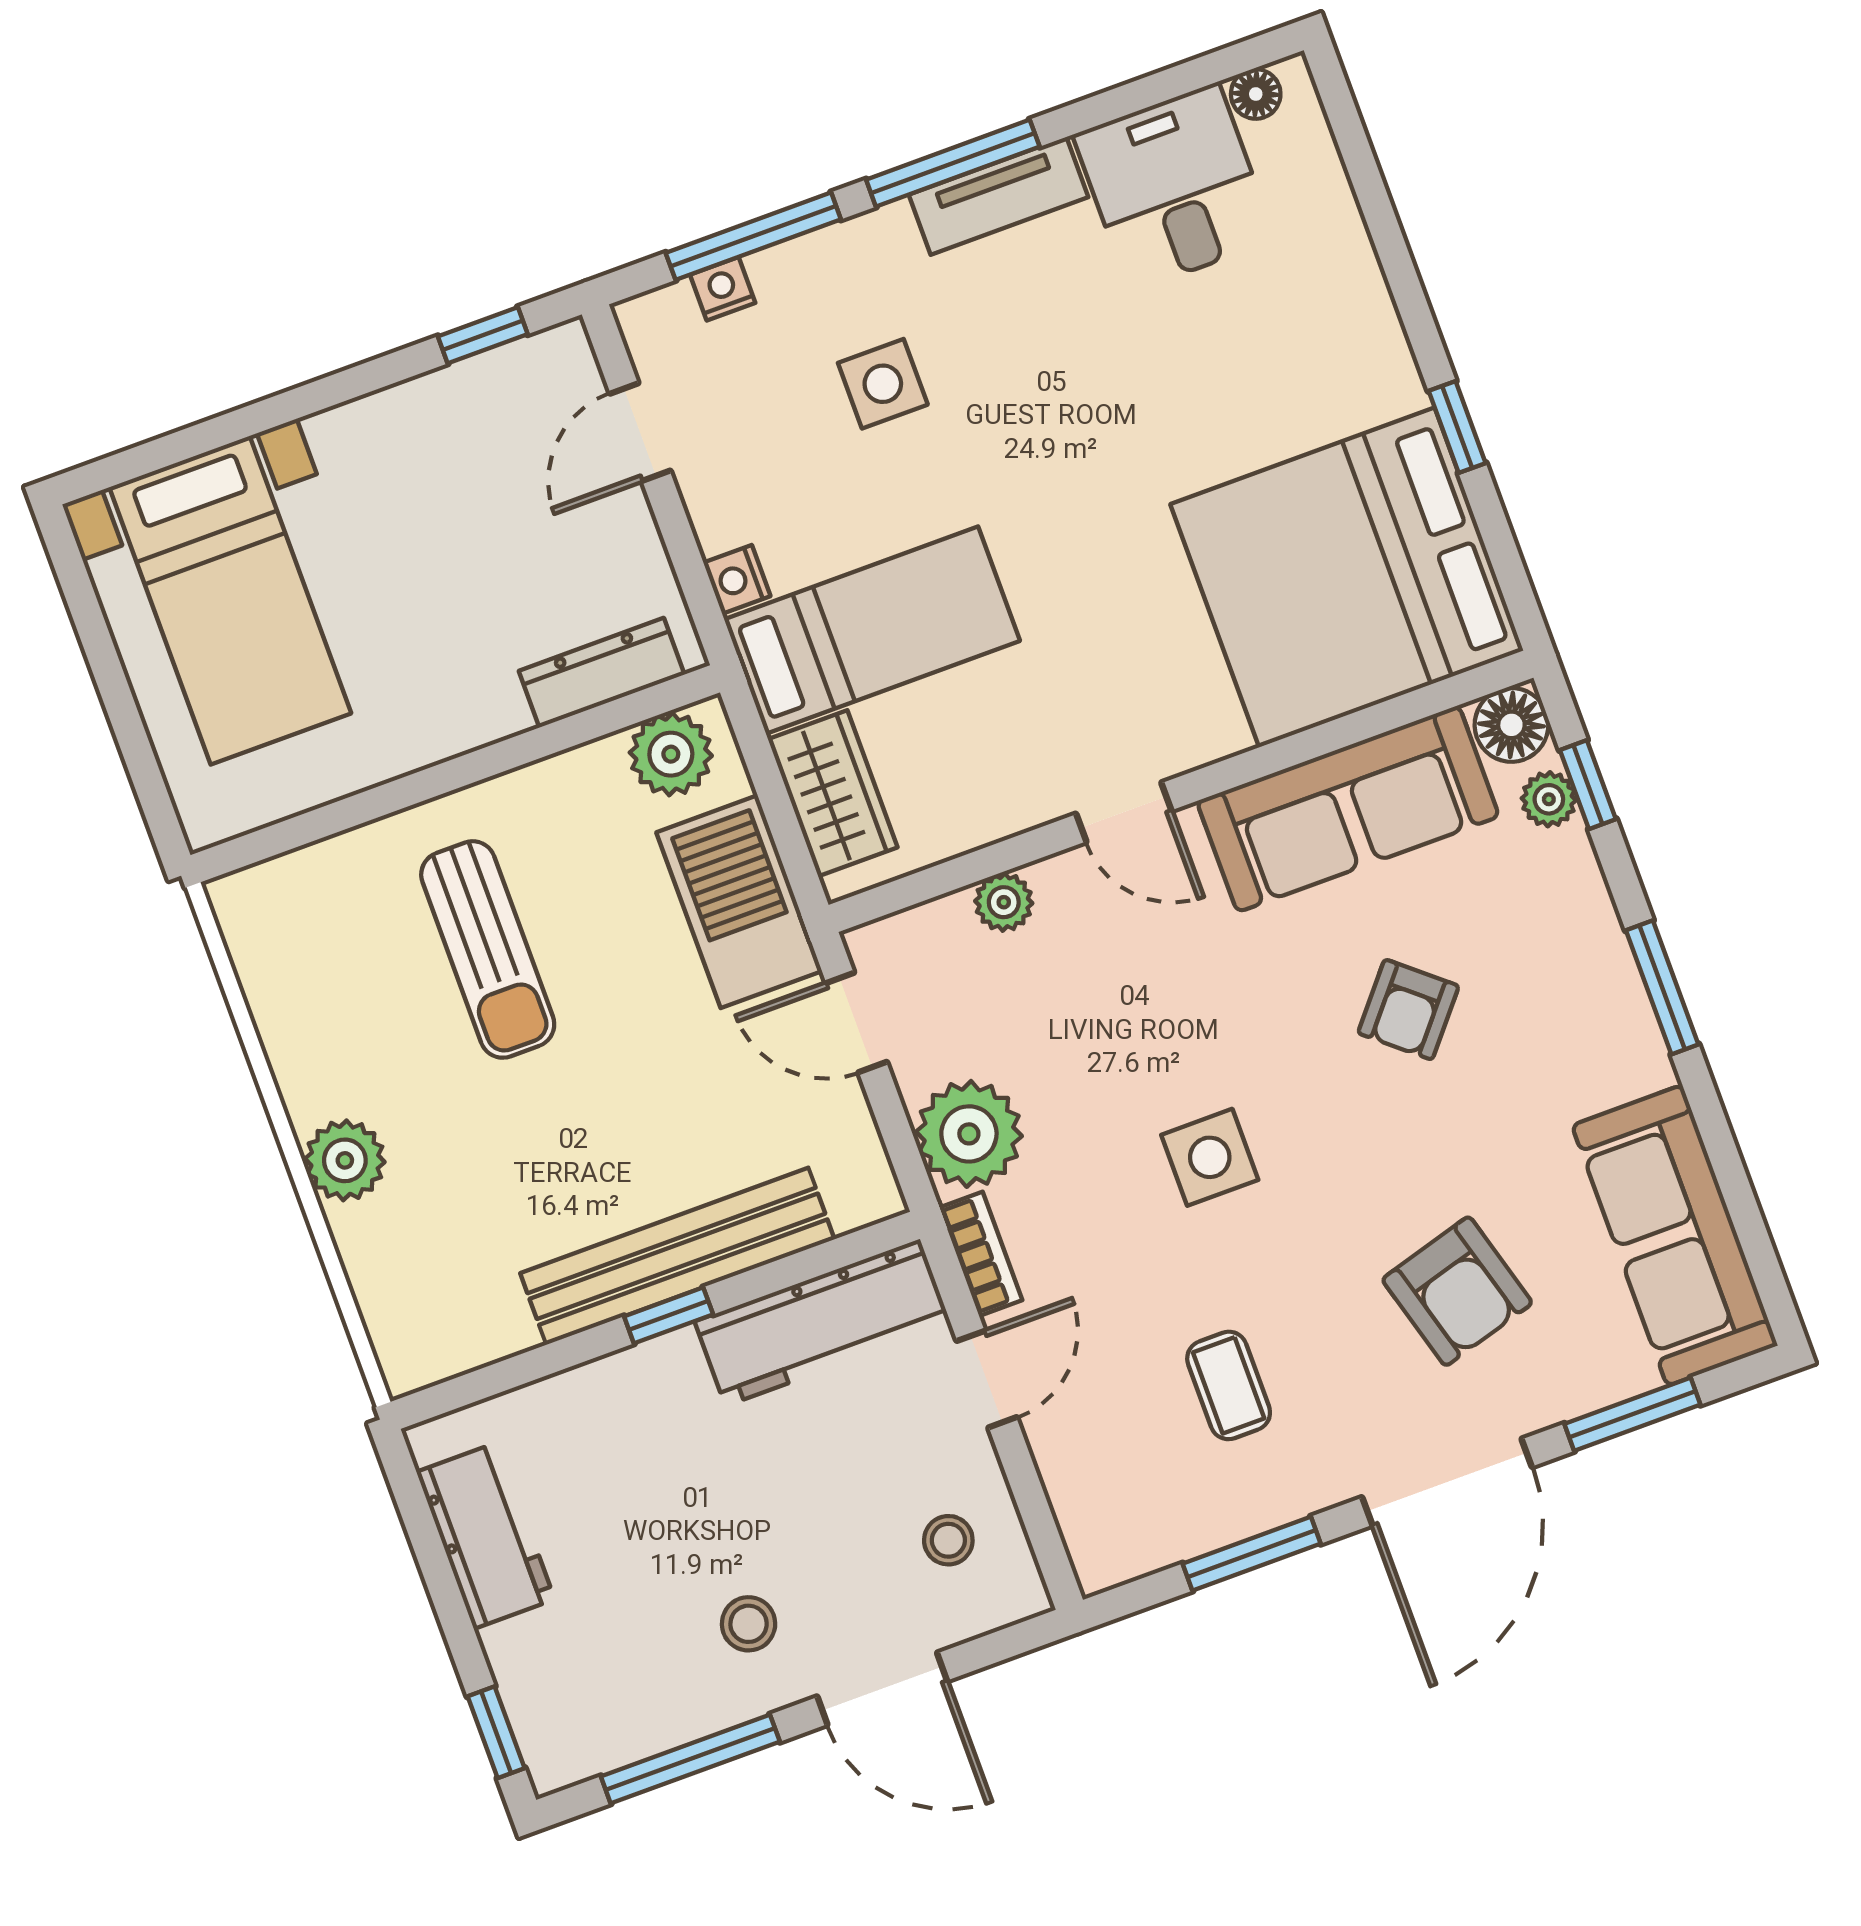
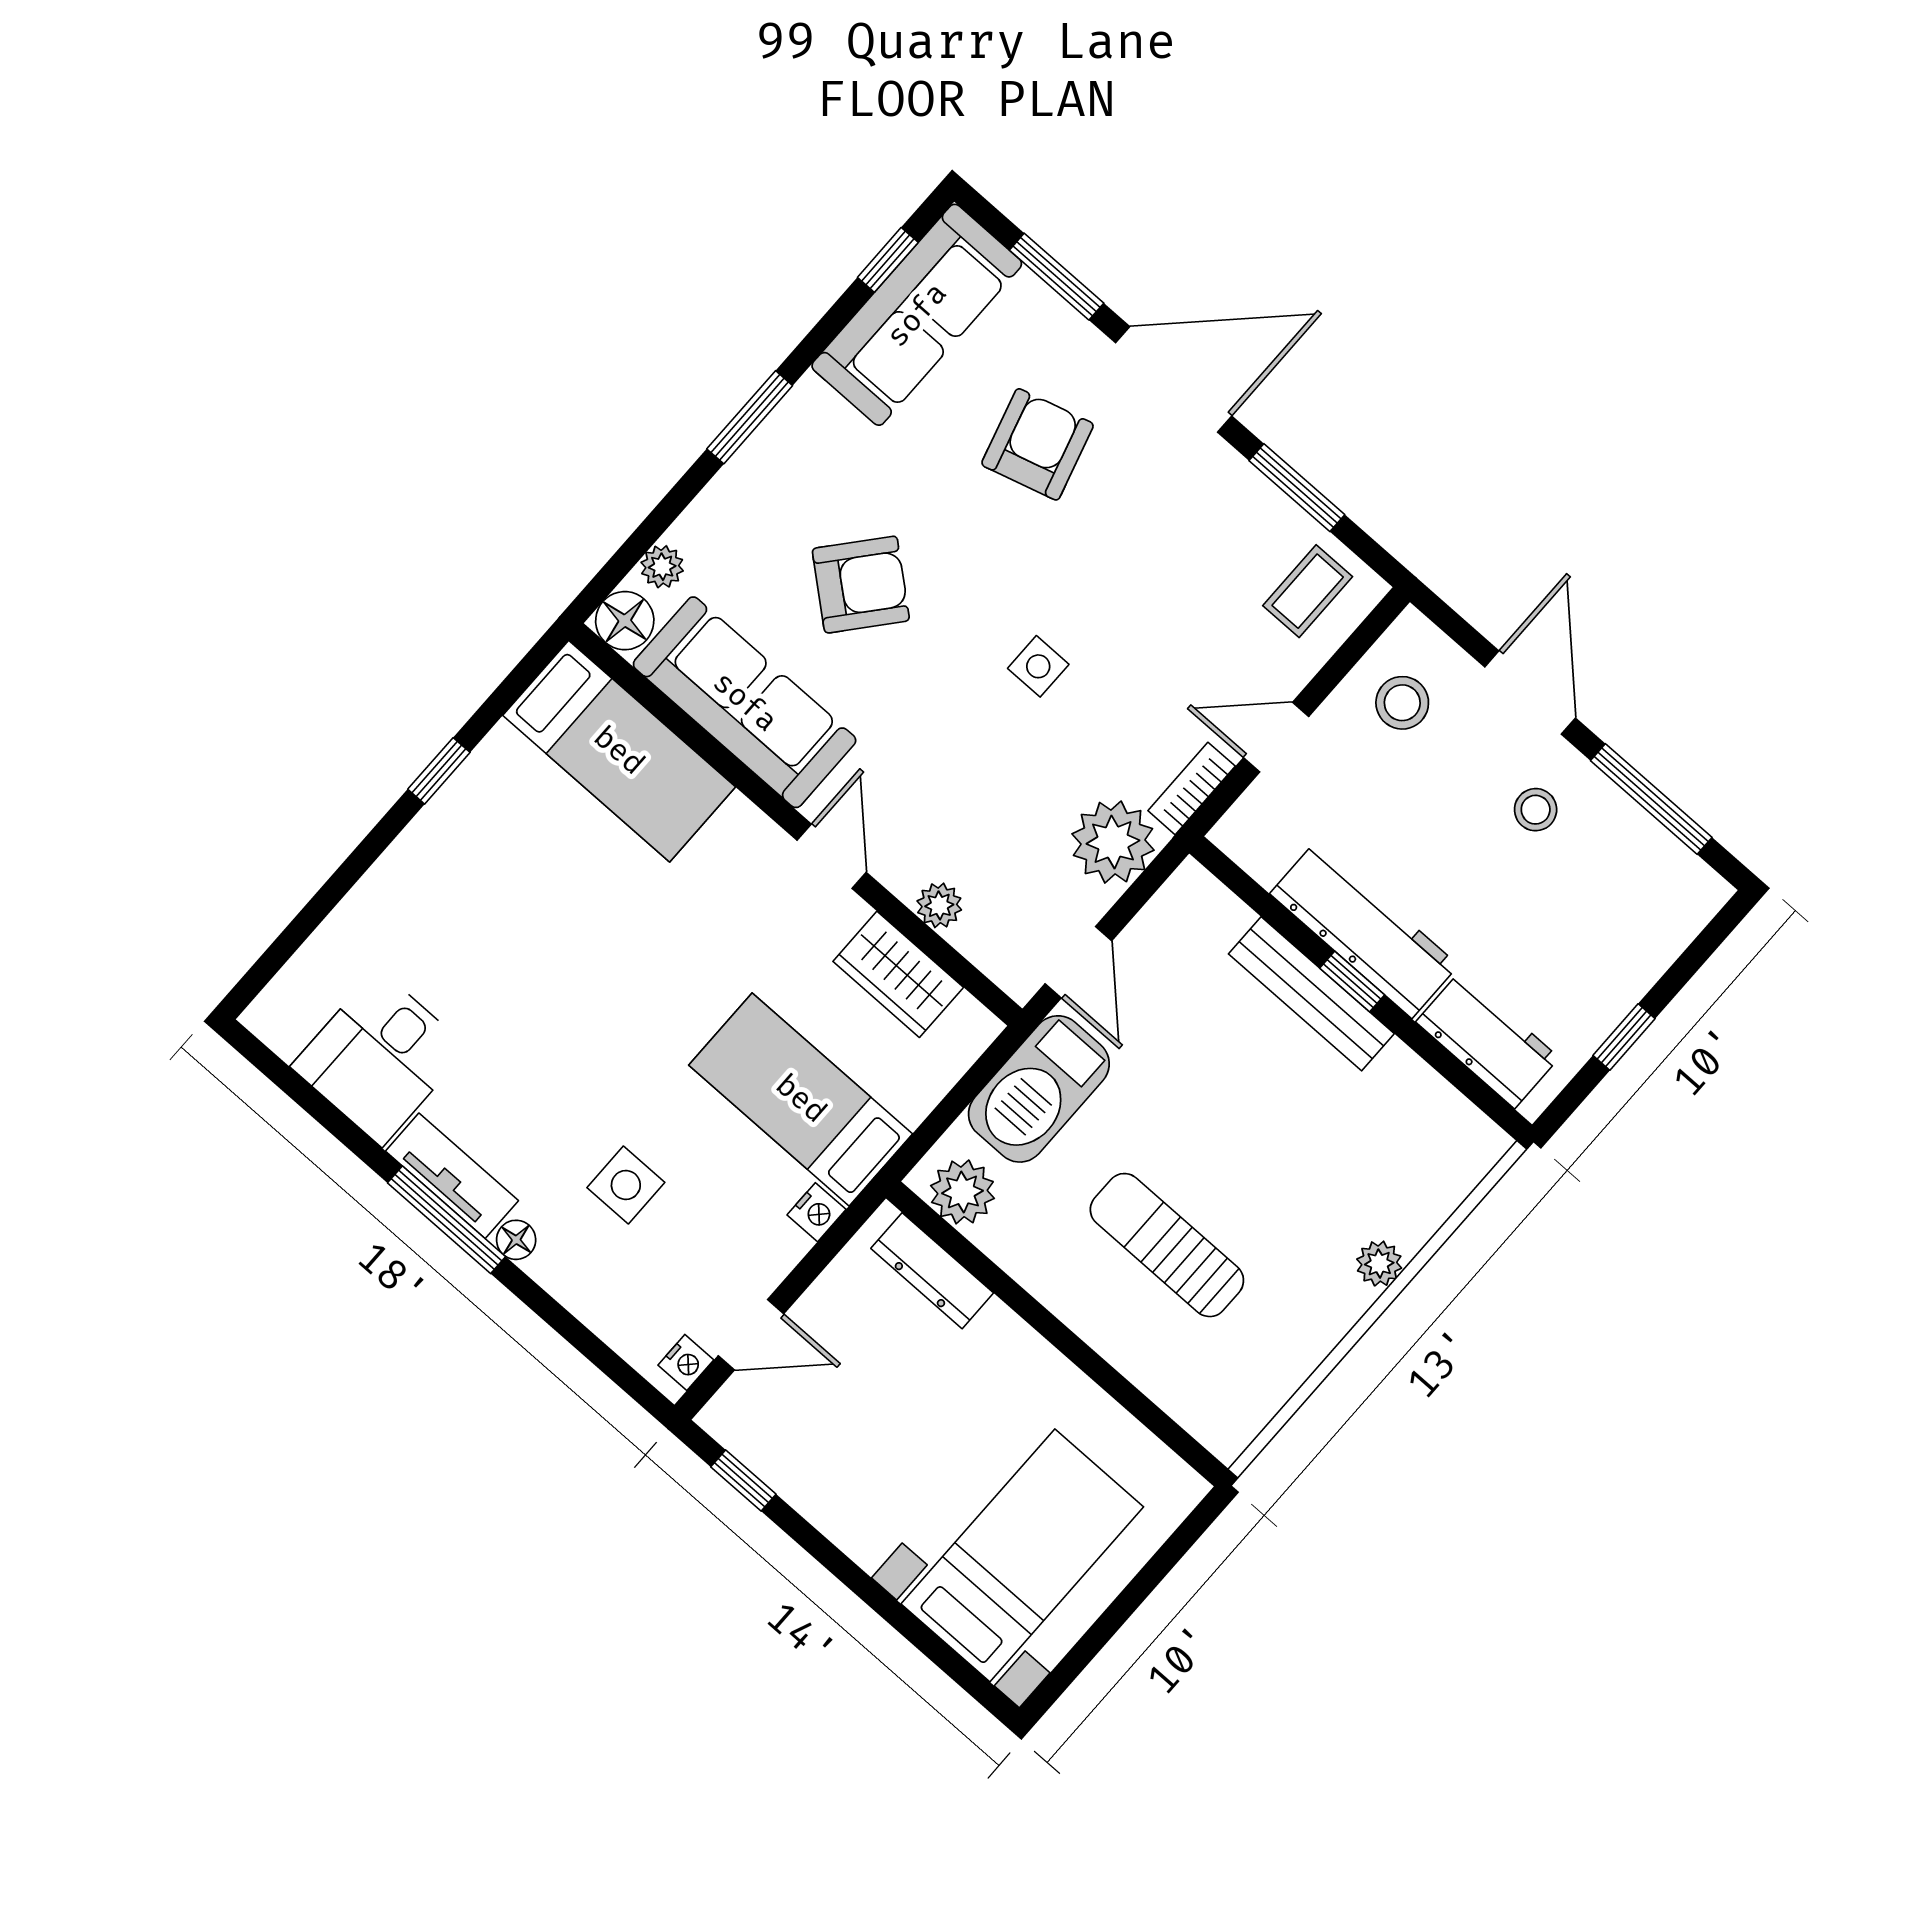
floor lamp: (1256, 94) -> (516, 1240), moved
window: (753, 236) -> (572, 1330), removed
nightstand: (723, 289) -> (686, 1362), moved, turned -90
bed: (1347, 577) -> (619, 751), width x0.49
window: (1588, 785) -> (888, 260), moved
wardrobe: (833, 793) -> (898, 974), moved, turned -90
sun lounger: (488, 949) -> (1167, 1245), turned -90
armchair: (1408, 1010) -> (861, 585), width x1.38, depth x1.38
side table: (1210, 1157) -> (1038, 666), width x0.73, depth x0.73
plant: (345, 1160) -> (1379, 1264), width x0.73, depth x0.73
bench: (677, 1256) -> (1311, 994), width x0.73, depth x0.82
workbench: (823, 1322) -> (1364, 930), moved
coffee table: (1229, 1385) -> (1308, 591), moved
workbench: (486, 1536) -> (1487, 1040), moved, turned 90
stool: (948, 1540) -> (1402, 703), width x1.37, depth x1.37
window: (496, 1732) -> (1624, 1037), moved

